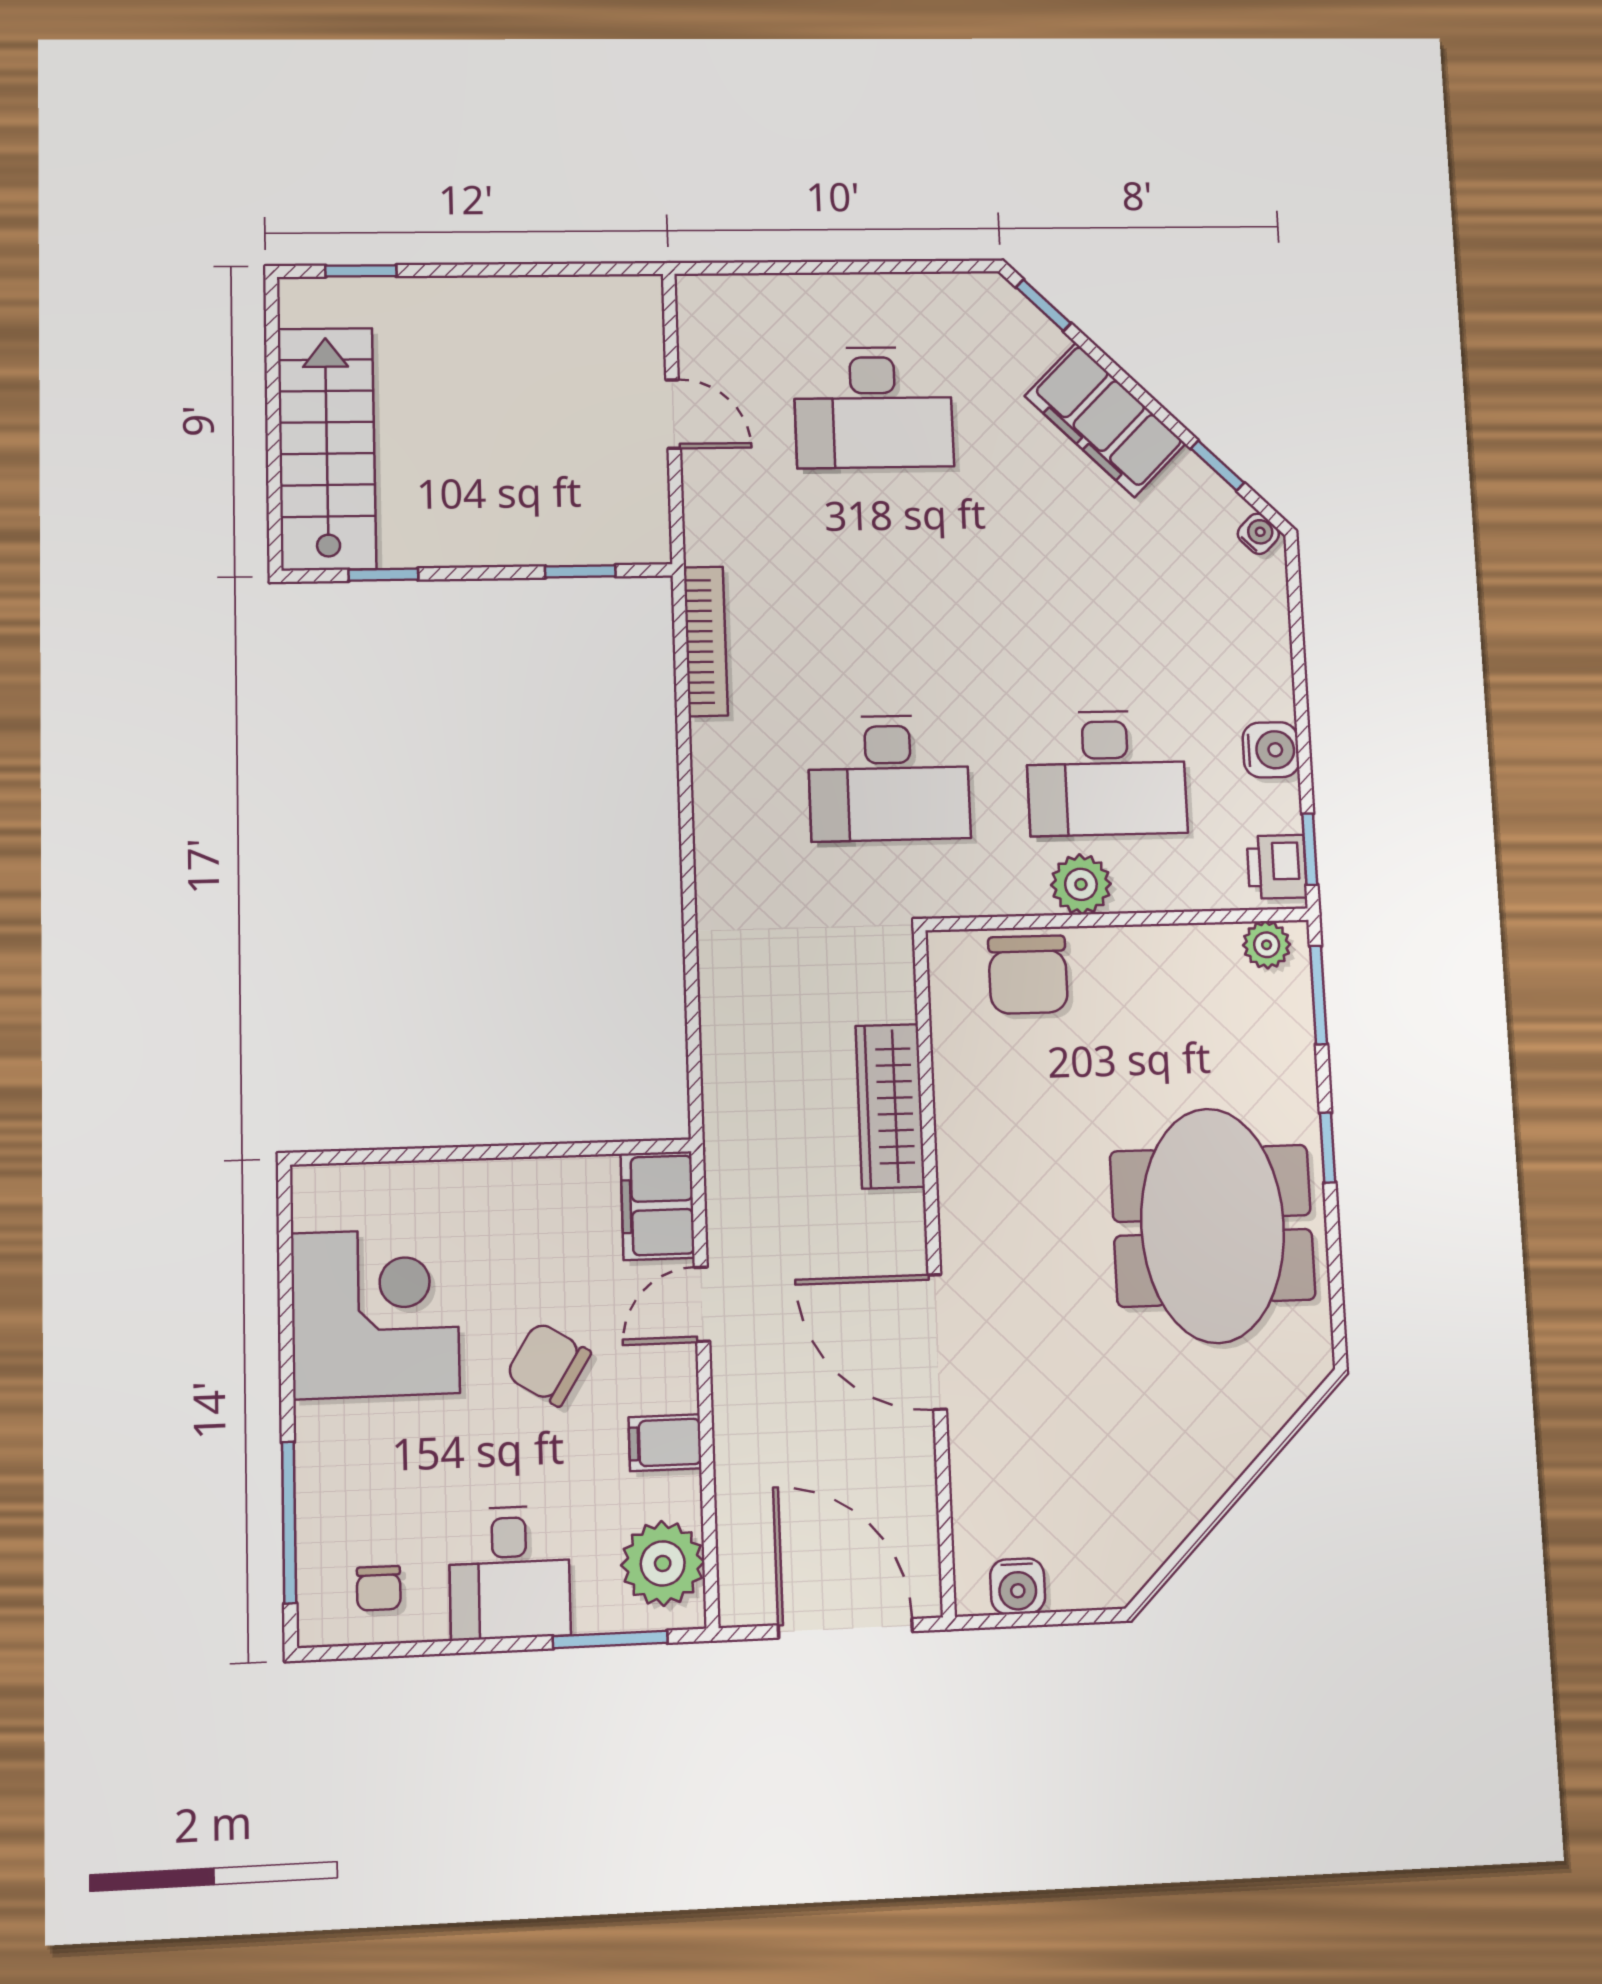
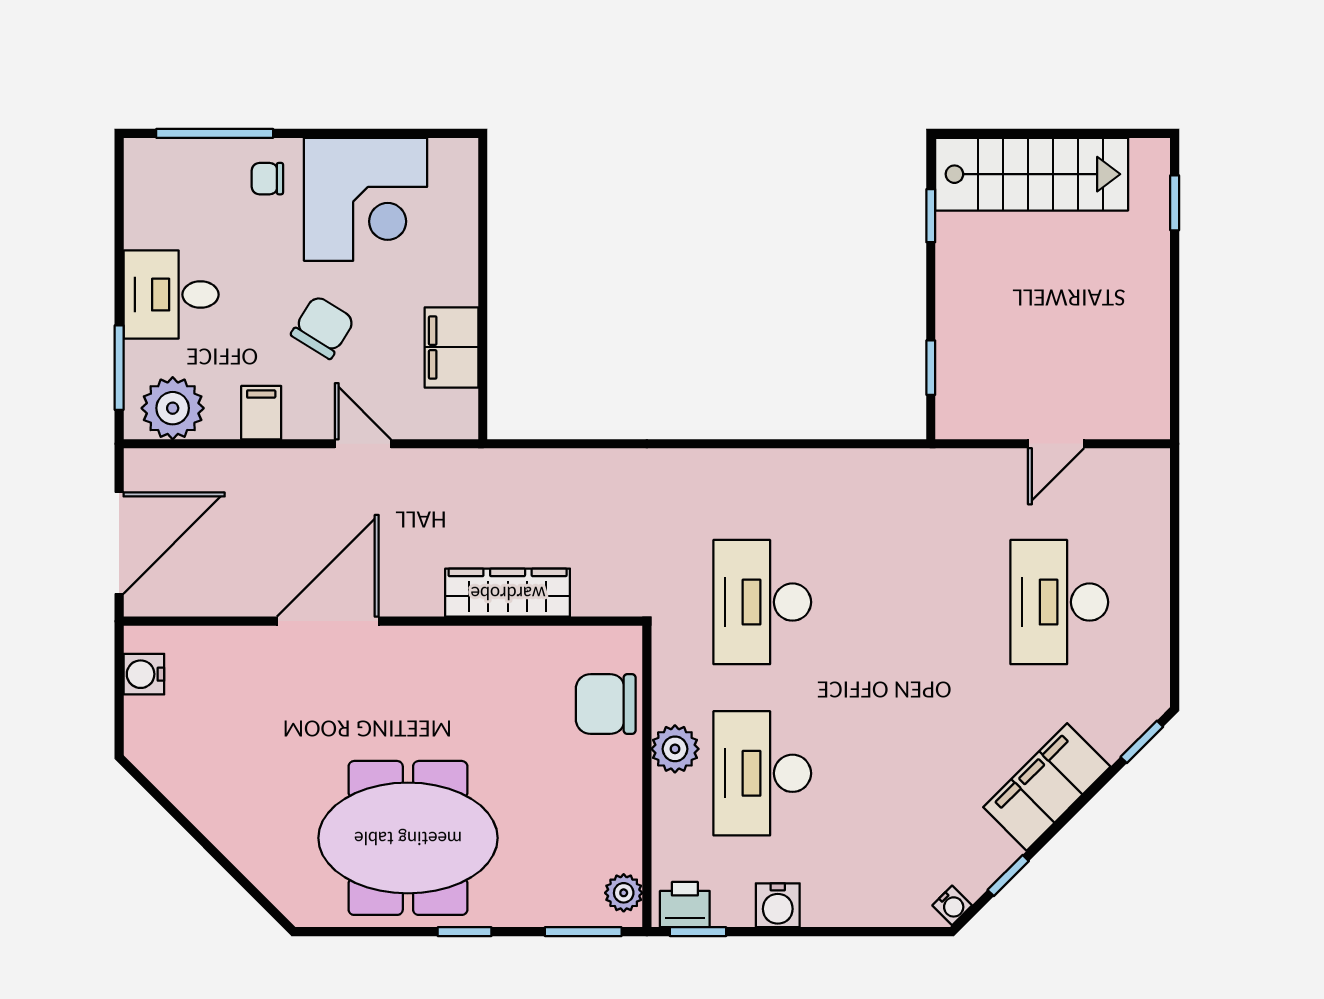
bookcase: (706, 641) -> (873, 463), removed
filing cabinet: (658, 1206) -> (452, 347), moved, turned -90
chair: (379, 1588) -> (267, 179), moved

